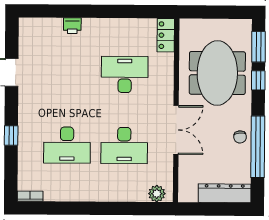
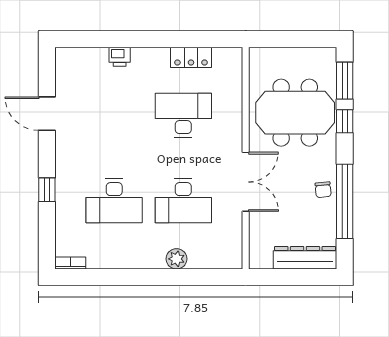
locker: (166, 35) -> (191, 57), moved, turned -90
meeting table: (217, 73) -> (295, 113), turned 90
plant: (157, 194) -> (177, 259), moved

